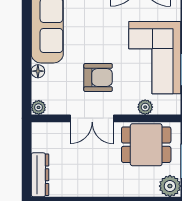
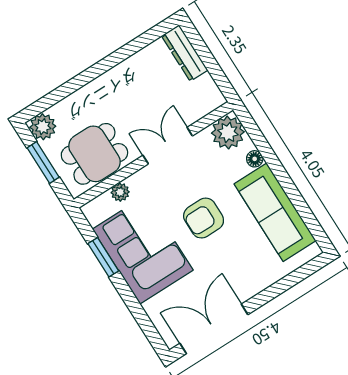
armchair: (98, 77) -> (204, 218), moved
plant: (39, 107) -> (228, 132), width x1.87, depth x1.87

